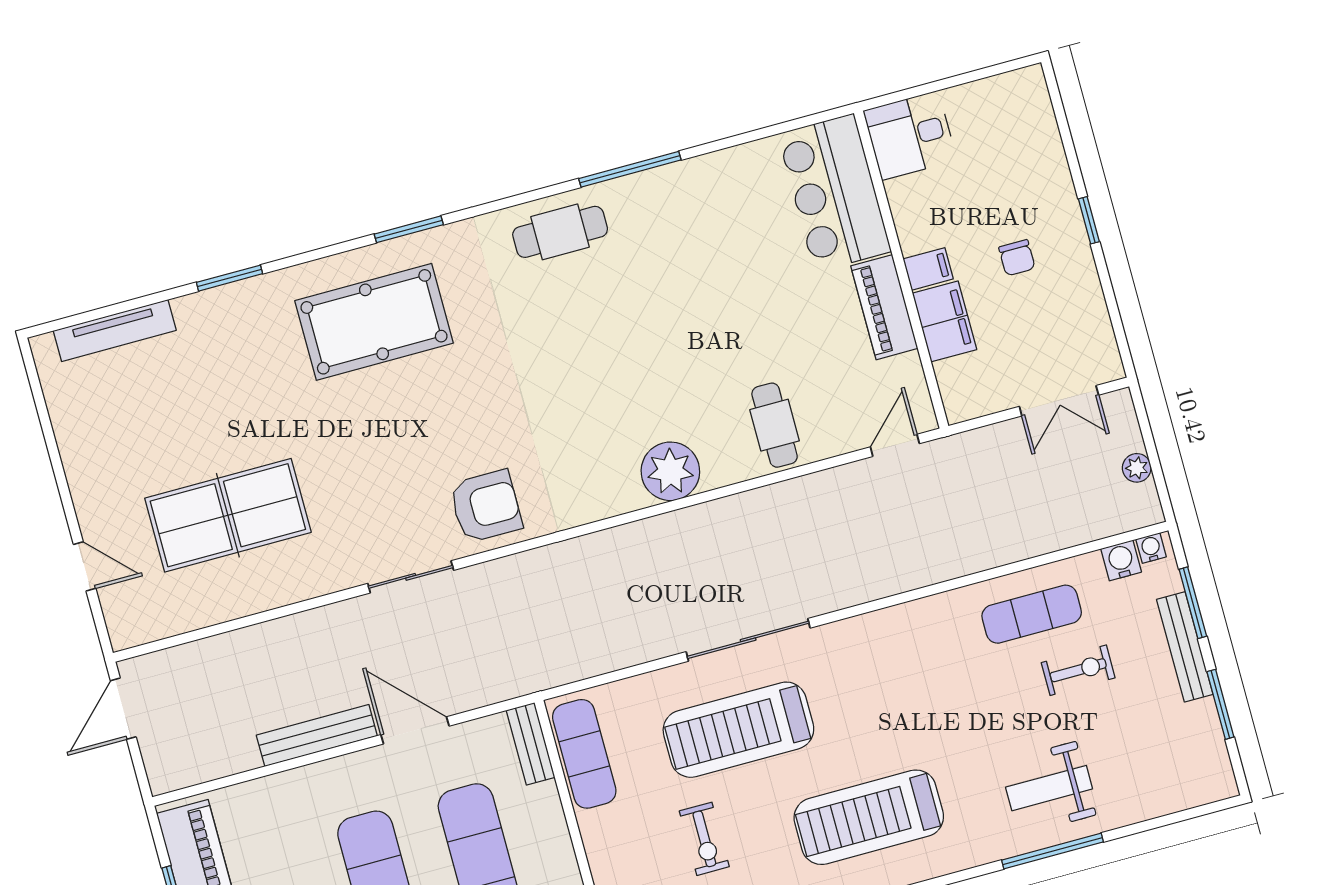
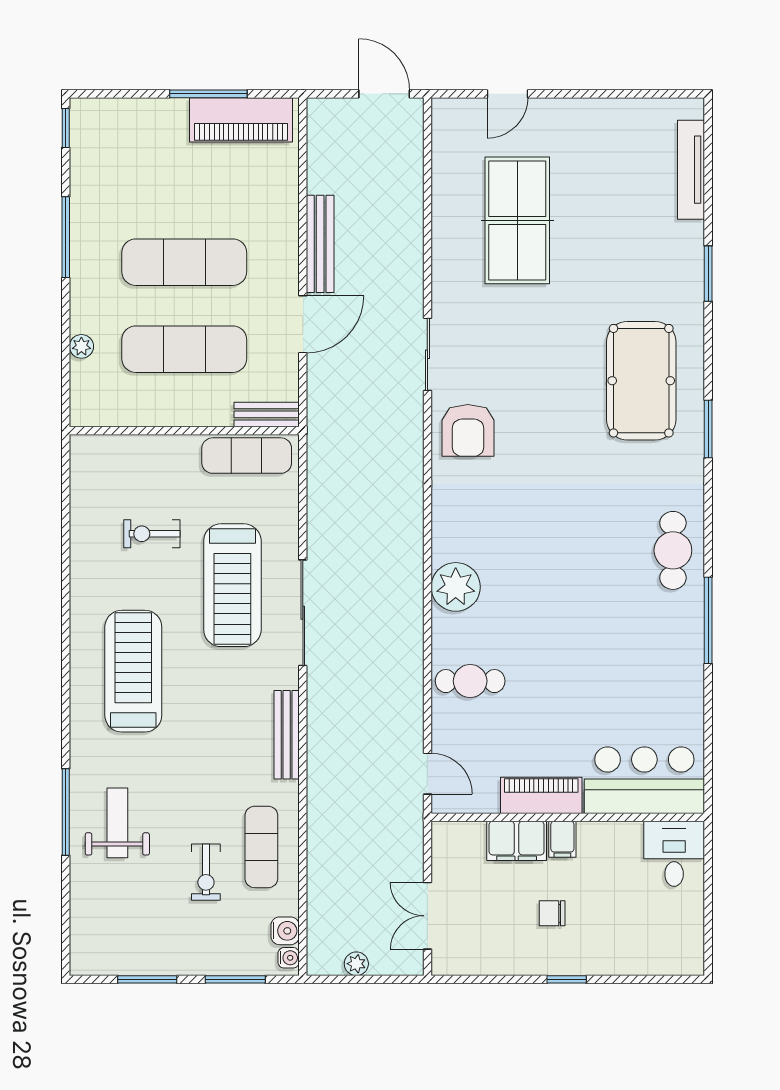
bench: (1185, 647) -> (287, 735), moved, turned 90
treadmill: (738, 730) -> (232, 585), turned 180

